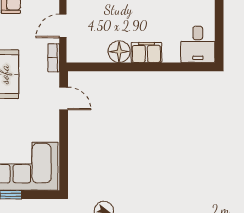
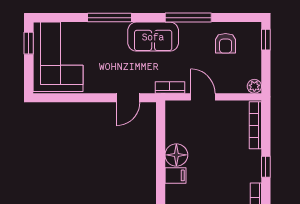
filing cabinet: (146, 52) -> (175, 175), width x0.50

